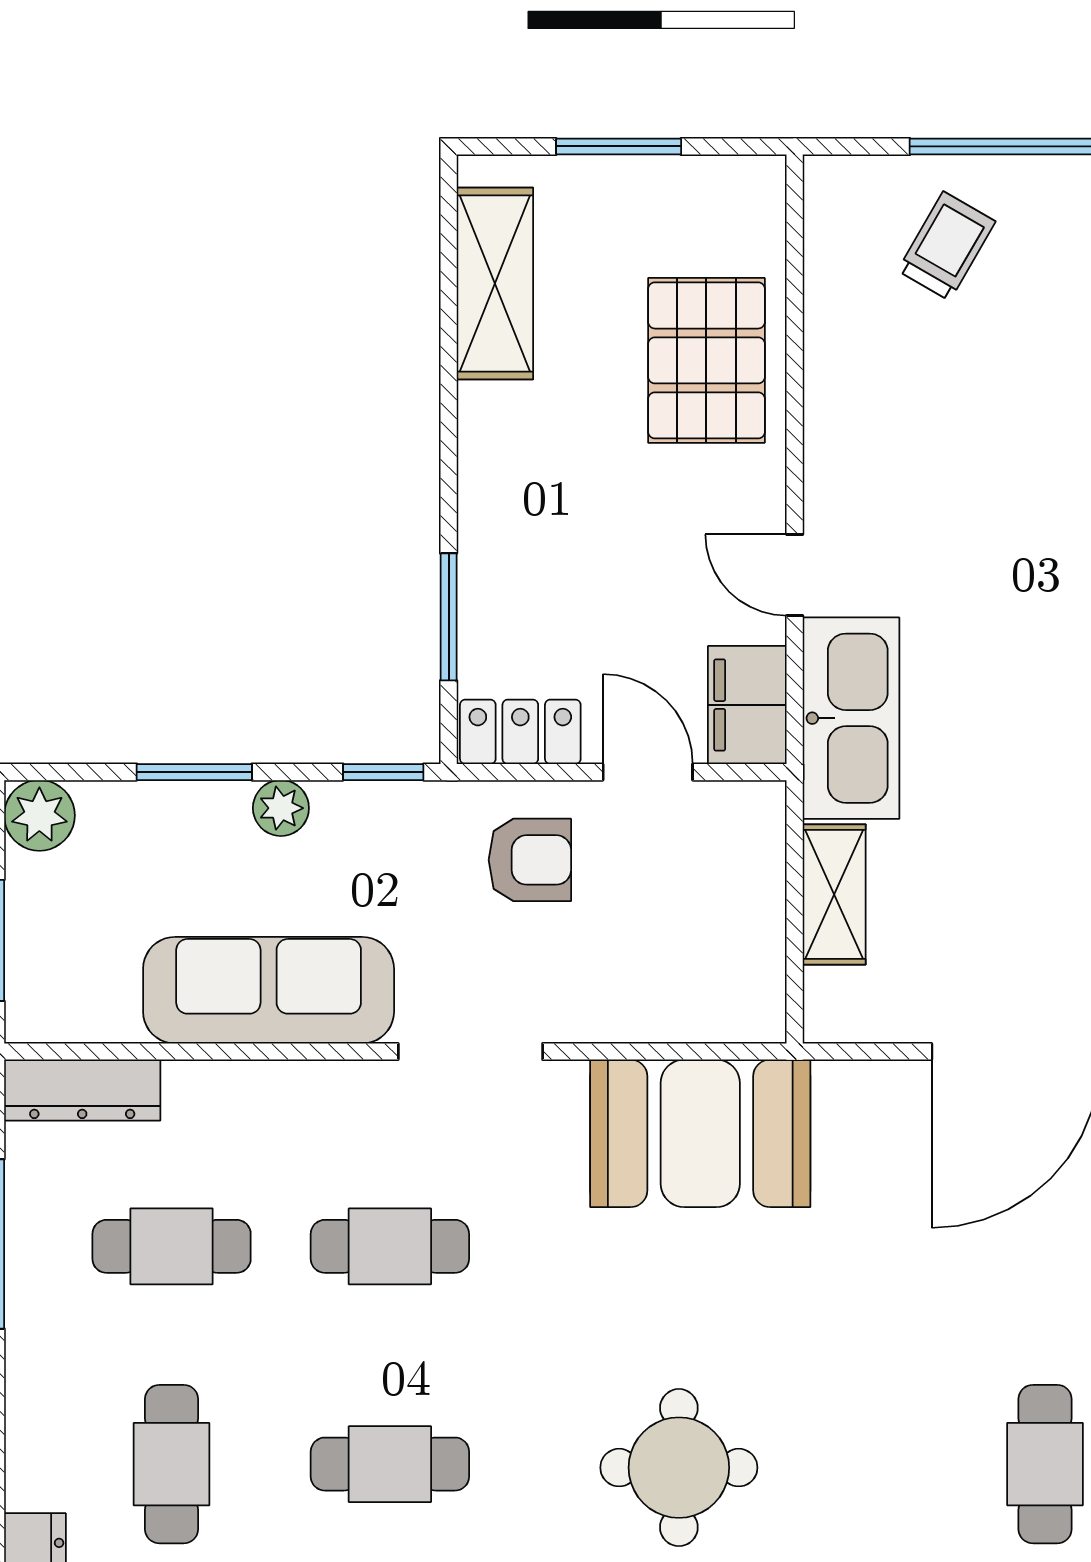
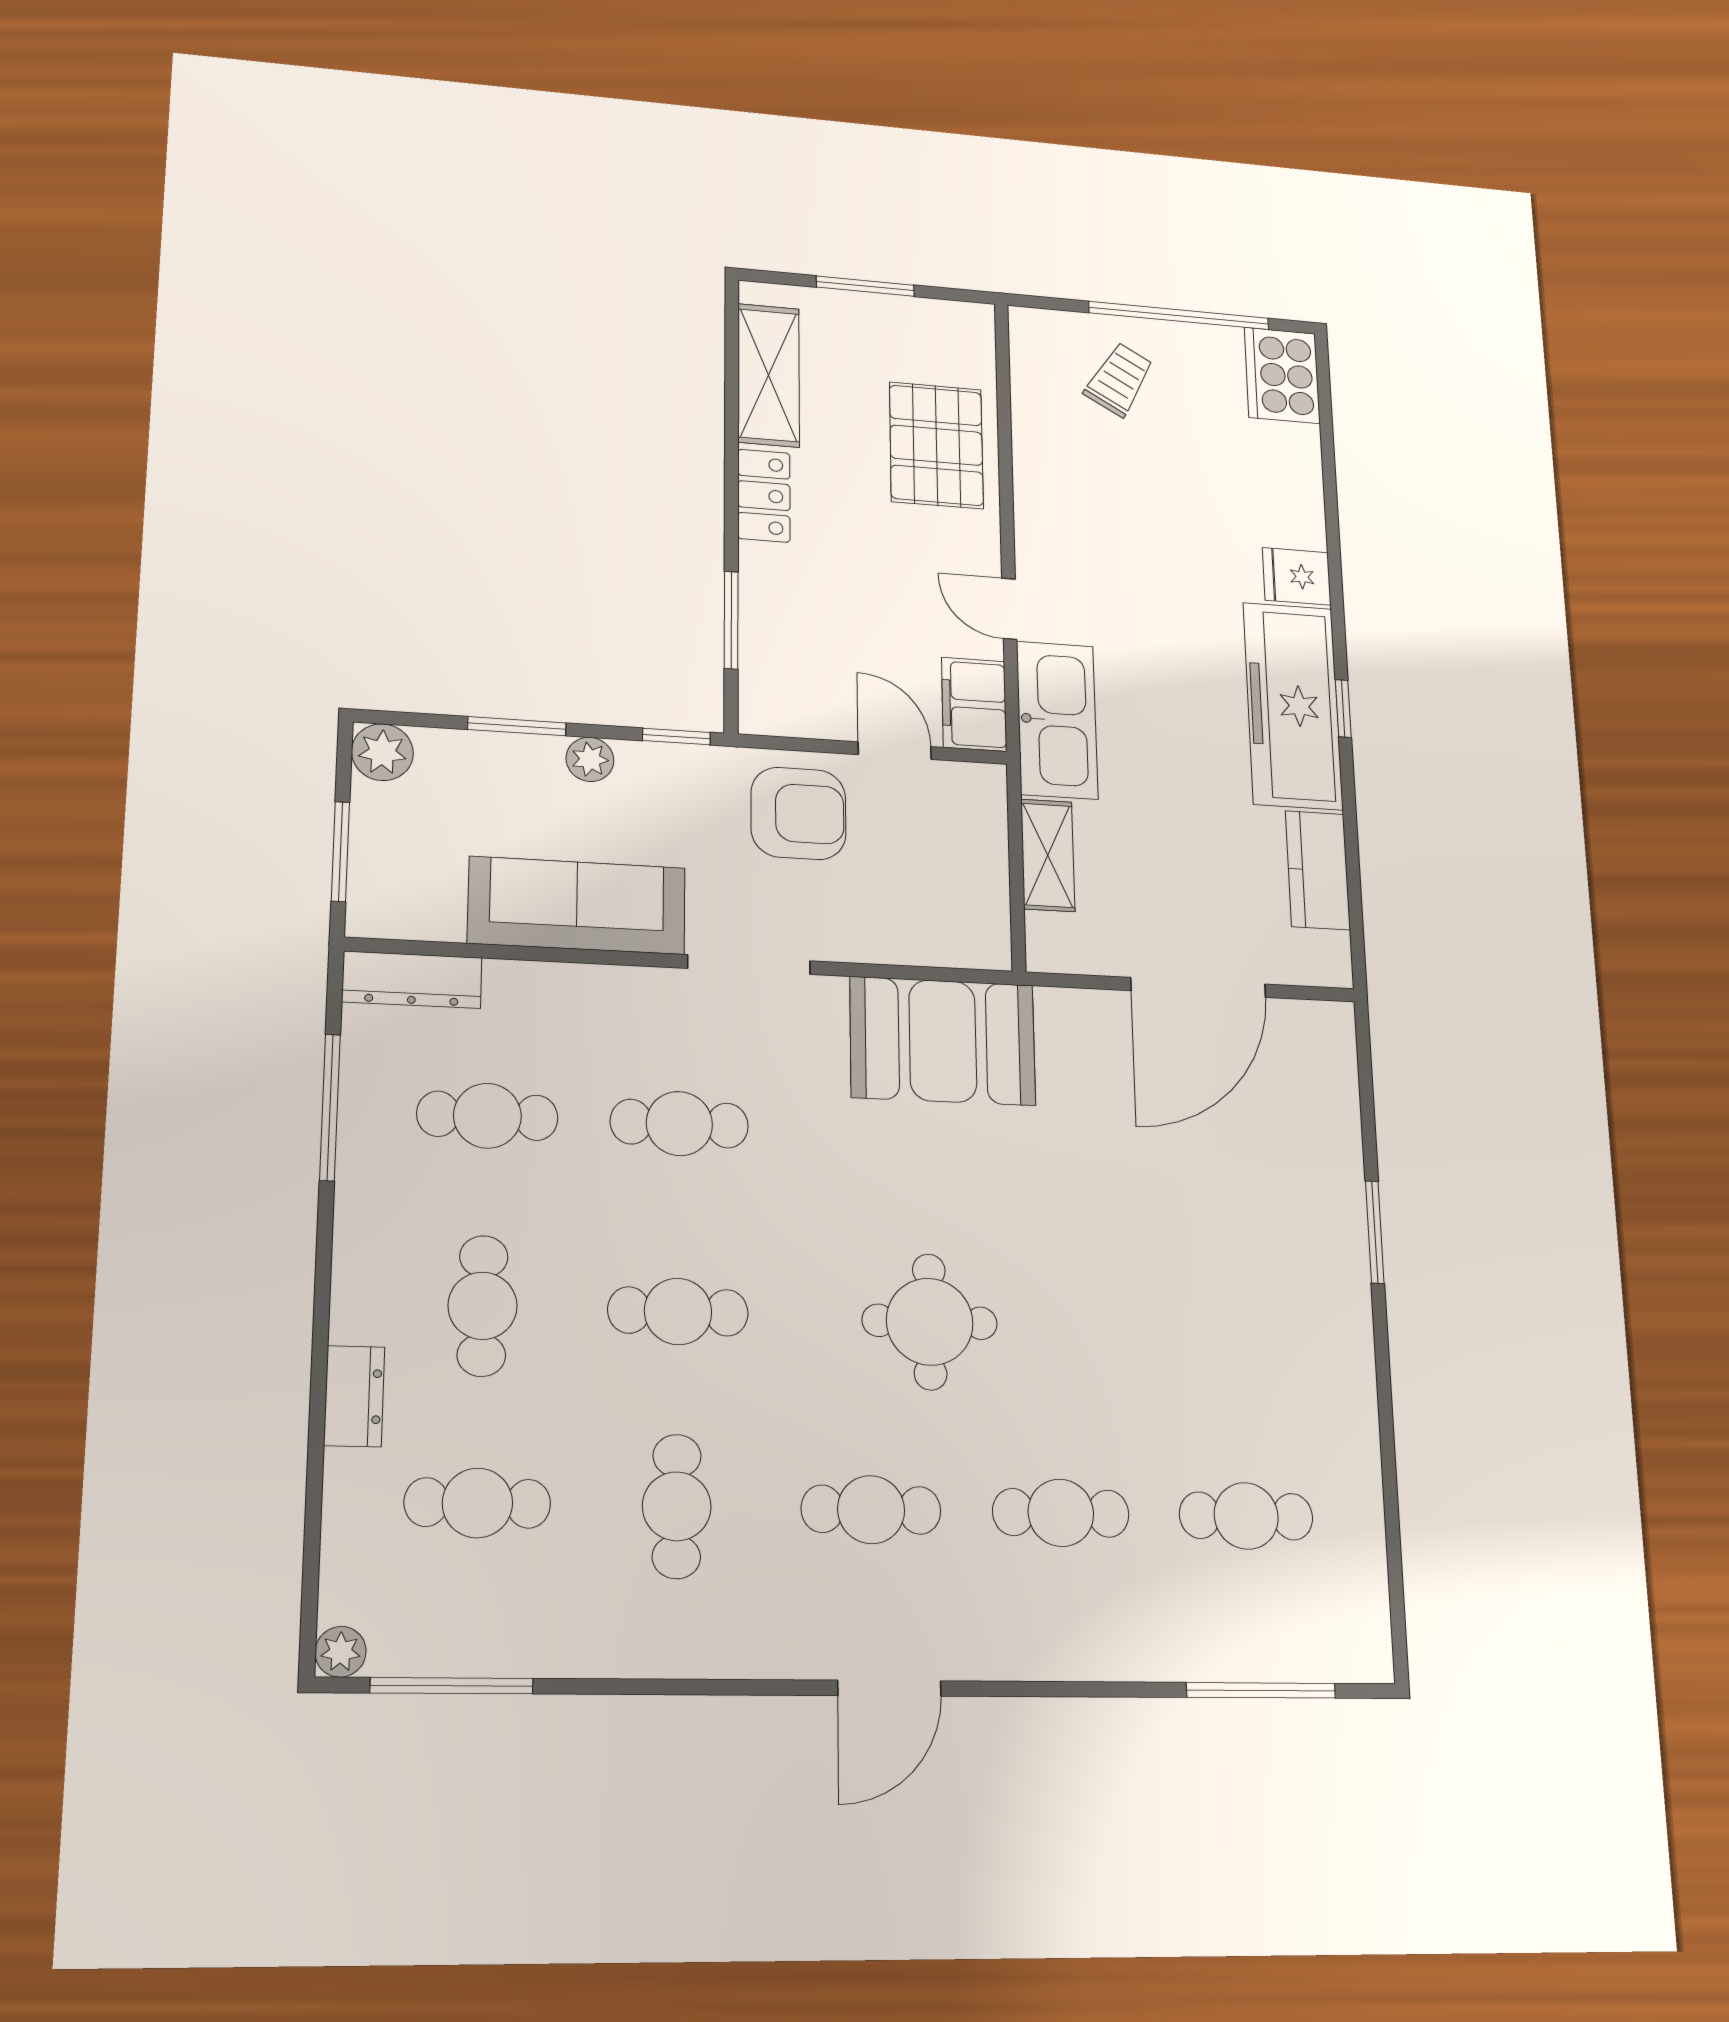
locker: (520, 732) -> (764, 496), moved, turned 90
armchair: (530, 860) -> (798, 813), width x1.38, depth x1.38
cafe table: (1045, 1464) -> (1237, 1328), removed

